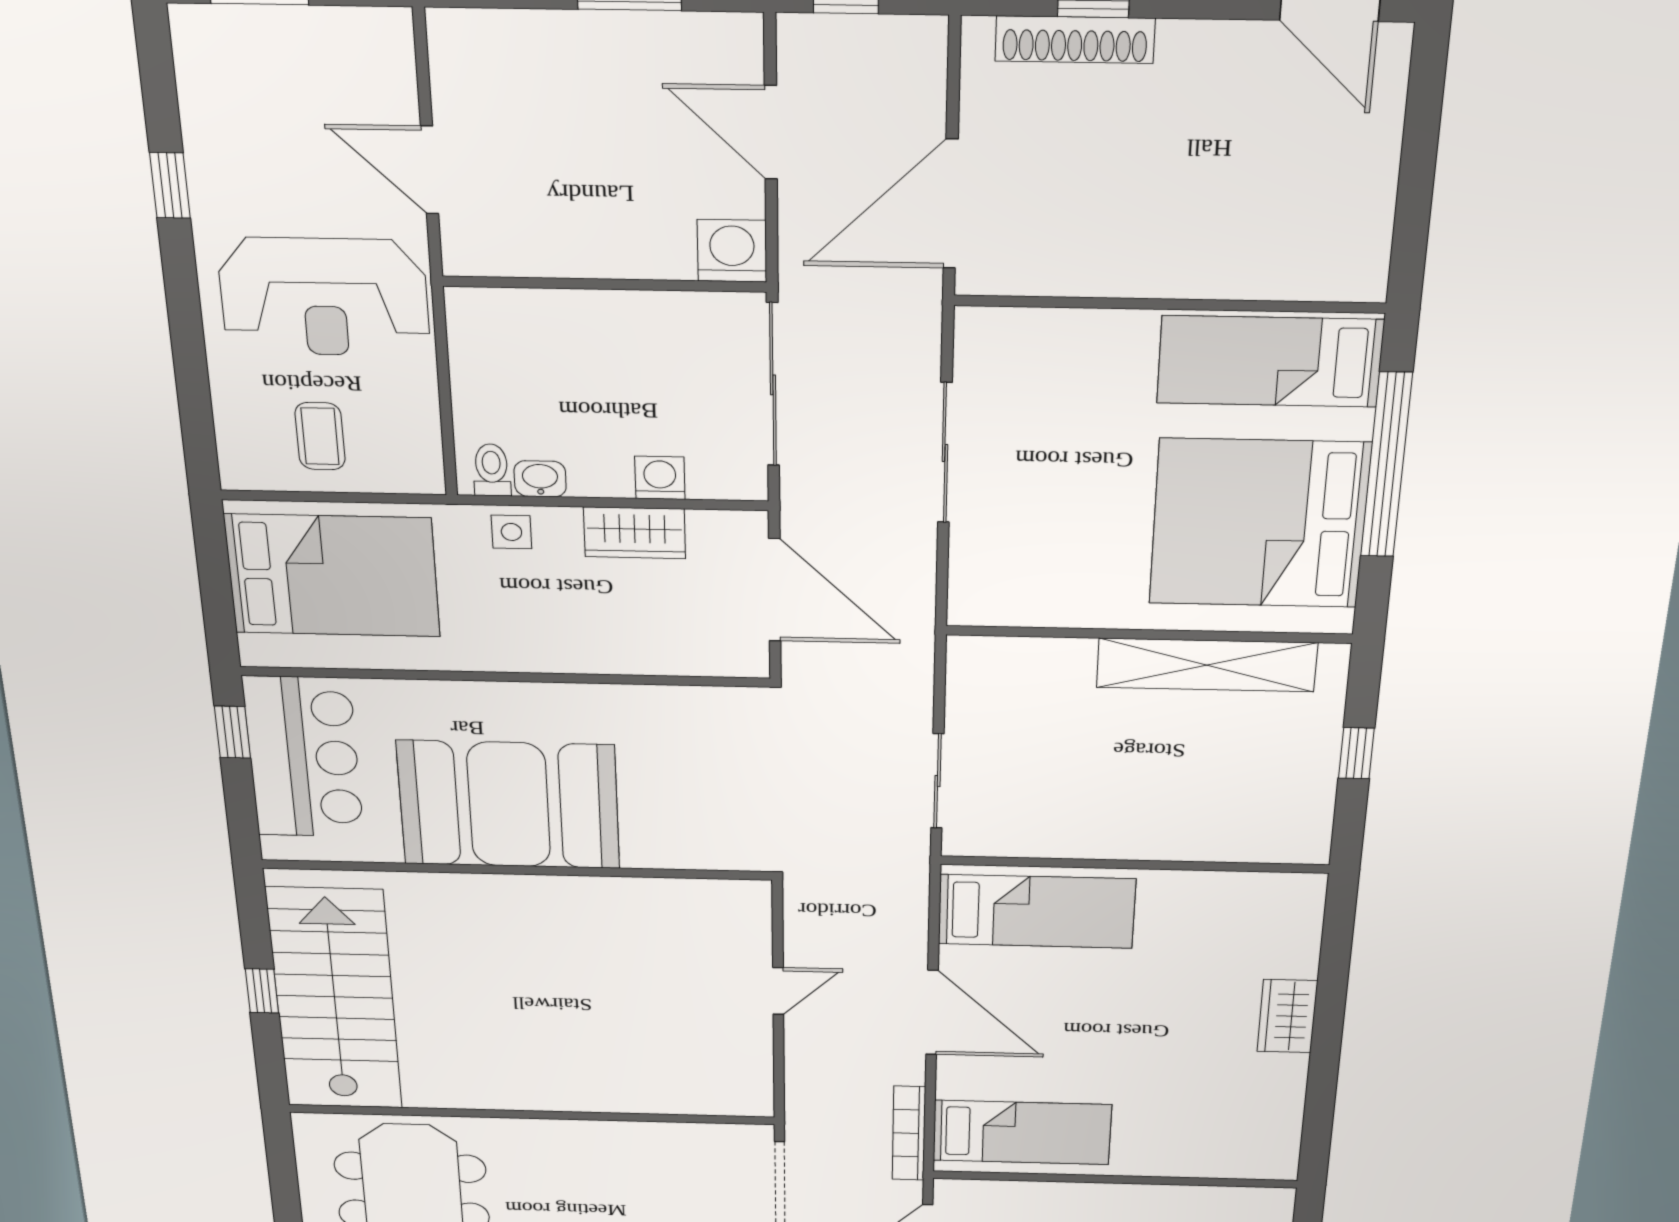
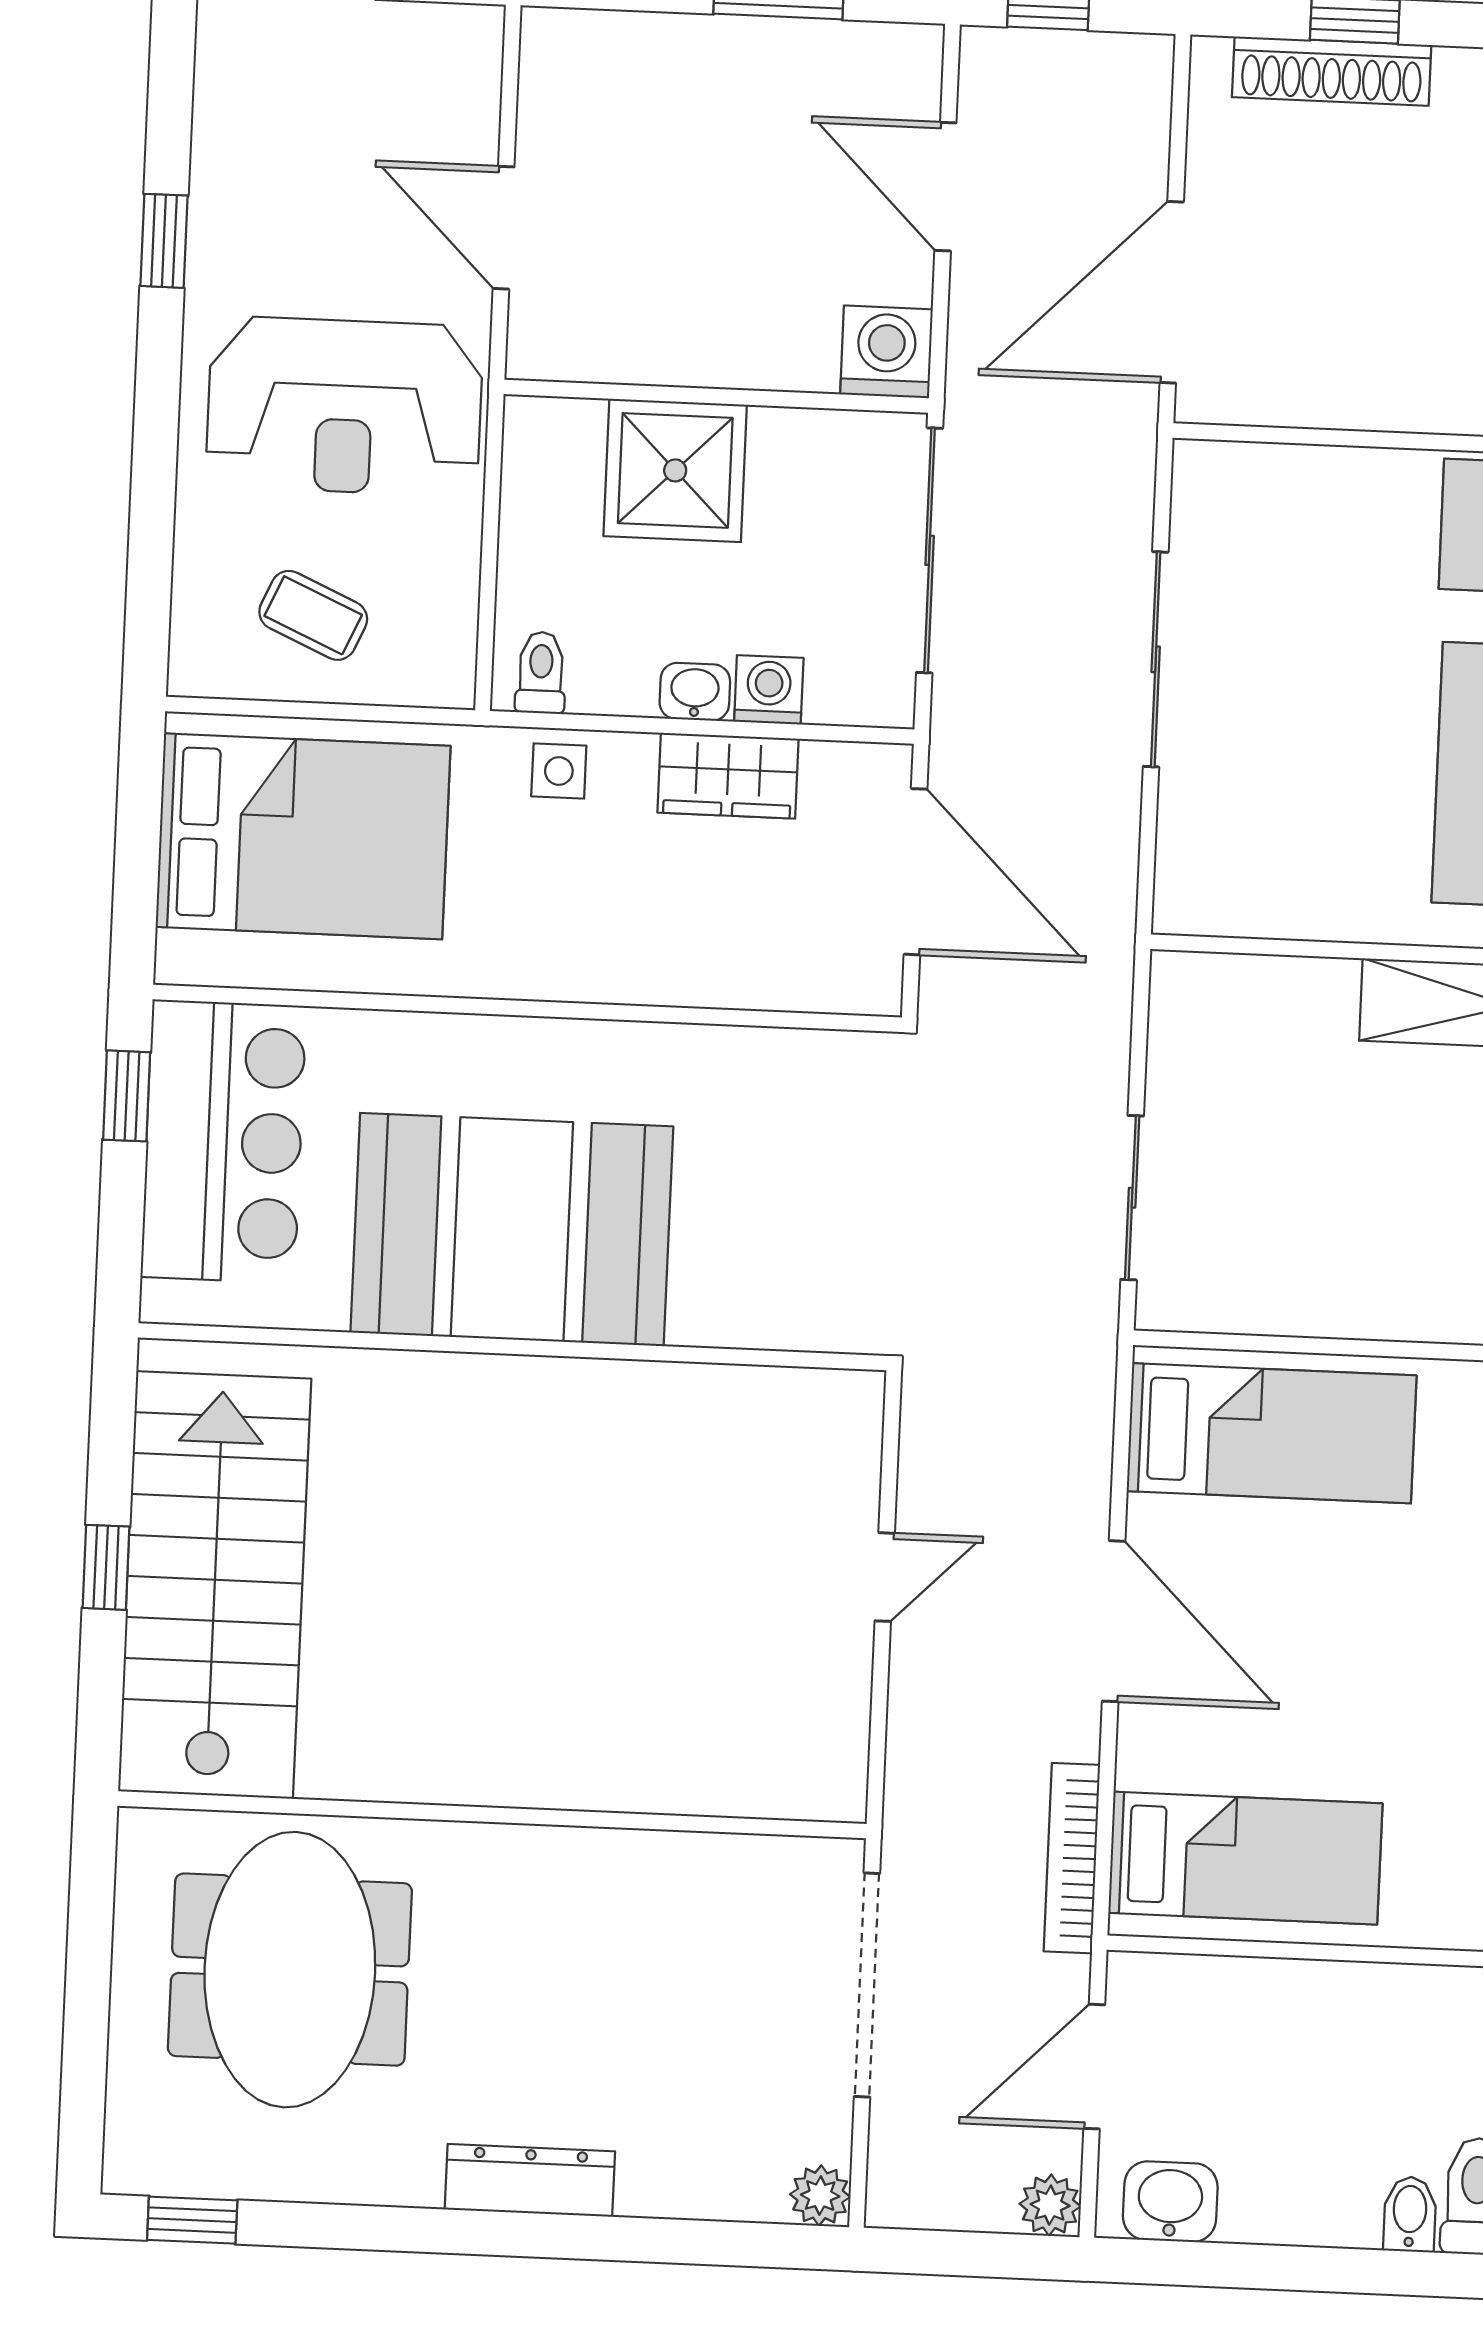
shower: (578, 335) -> (675, 470), added
coffee table: (320, 436) -> (313, 615), turned -66
washbasin: (540, 479) -> (695, 692), moved

